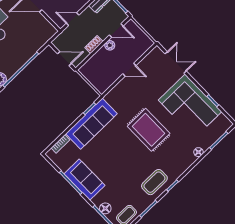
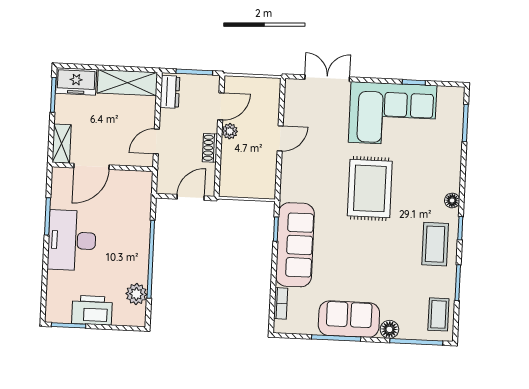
rug: (149, 130) -> (370, 188), turned 90
floor lamp: (198, 152) -> (452, 200), moved
floor lamp: (105, 208) -> (389, 329), moved

